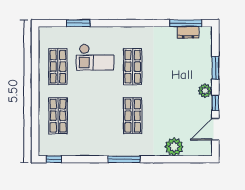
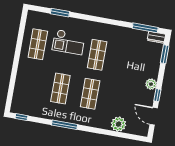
dresser: (188, 32) -> (156, 37), moved
window: (215, 68) -> (165, 54), moved
shop shelf: (58, 116) -> (60, 88), moved
door: (215, 129) -> (154, 116), hinge flipped
window: (124, 159) -> (65, 125), moved

